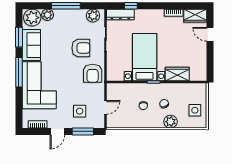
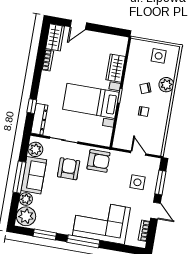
sofa: (31, 45) -> (34, 175), moved, turned 90

